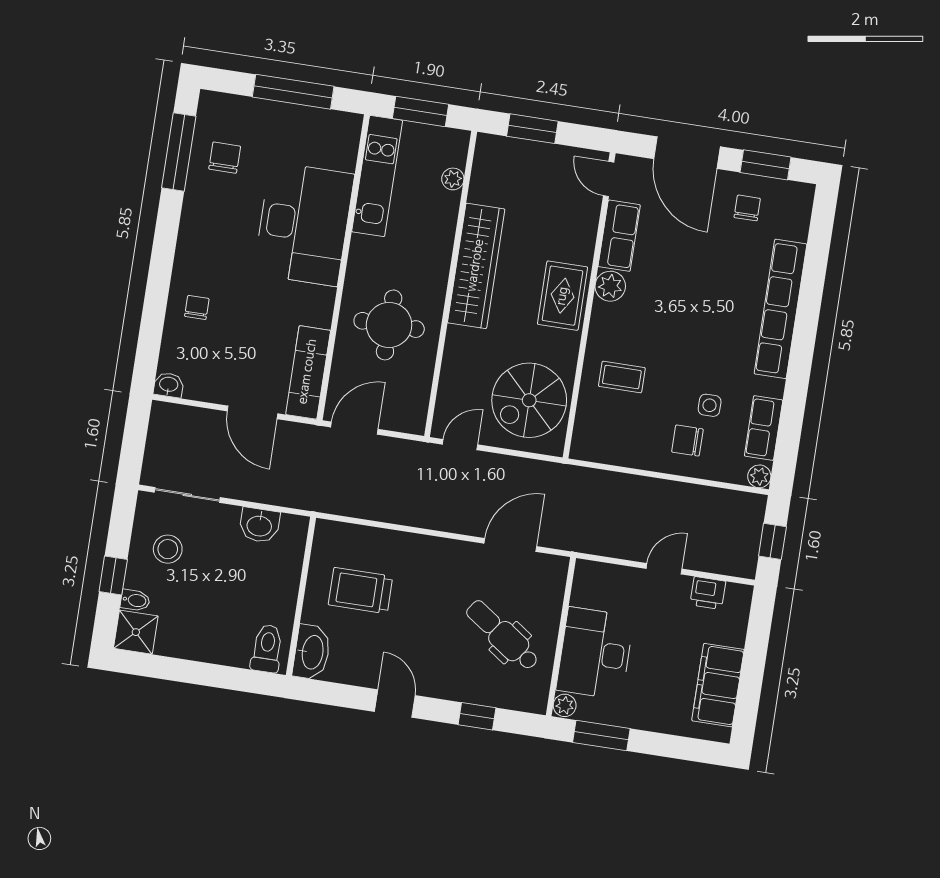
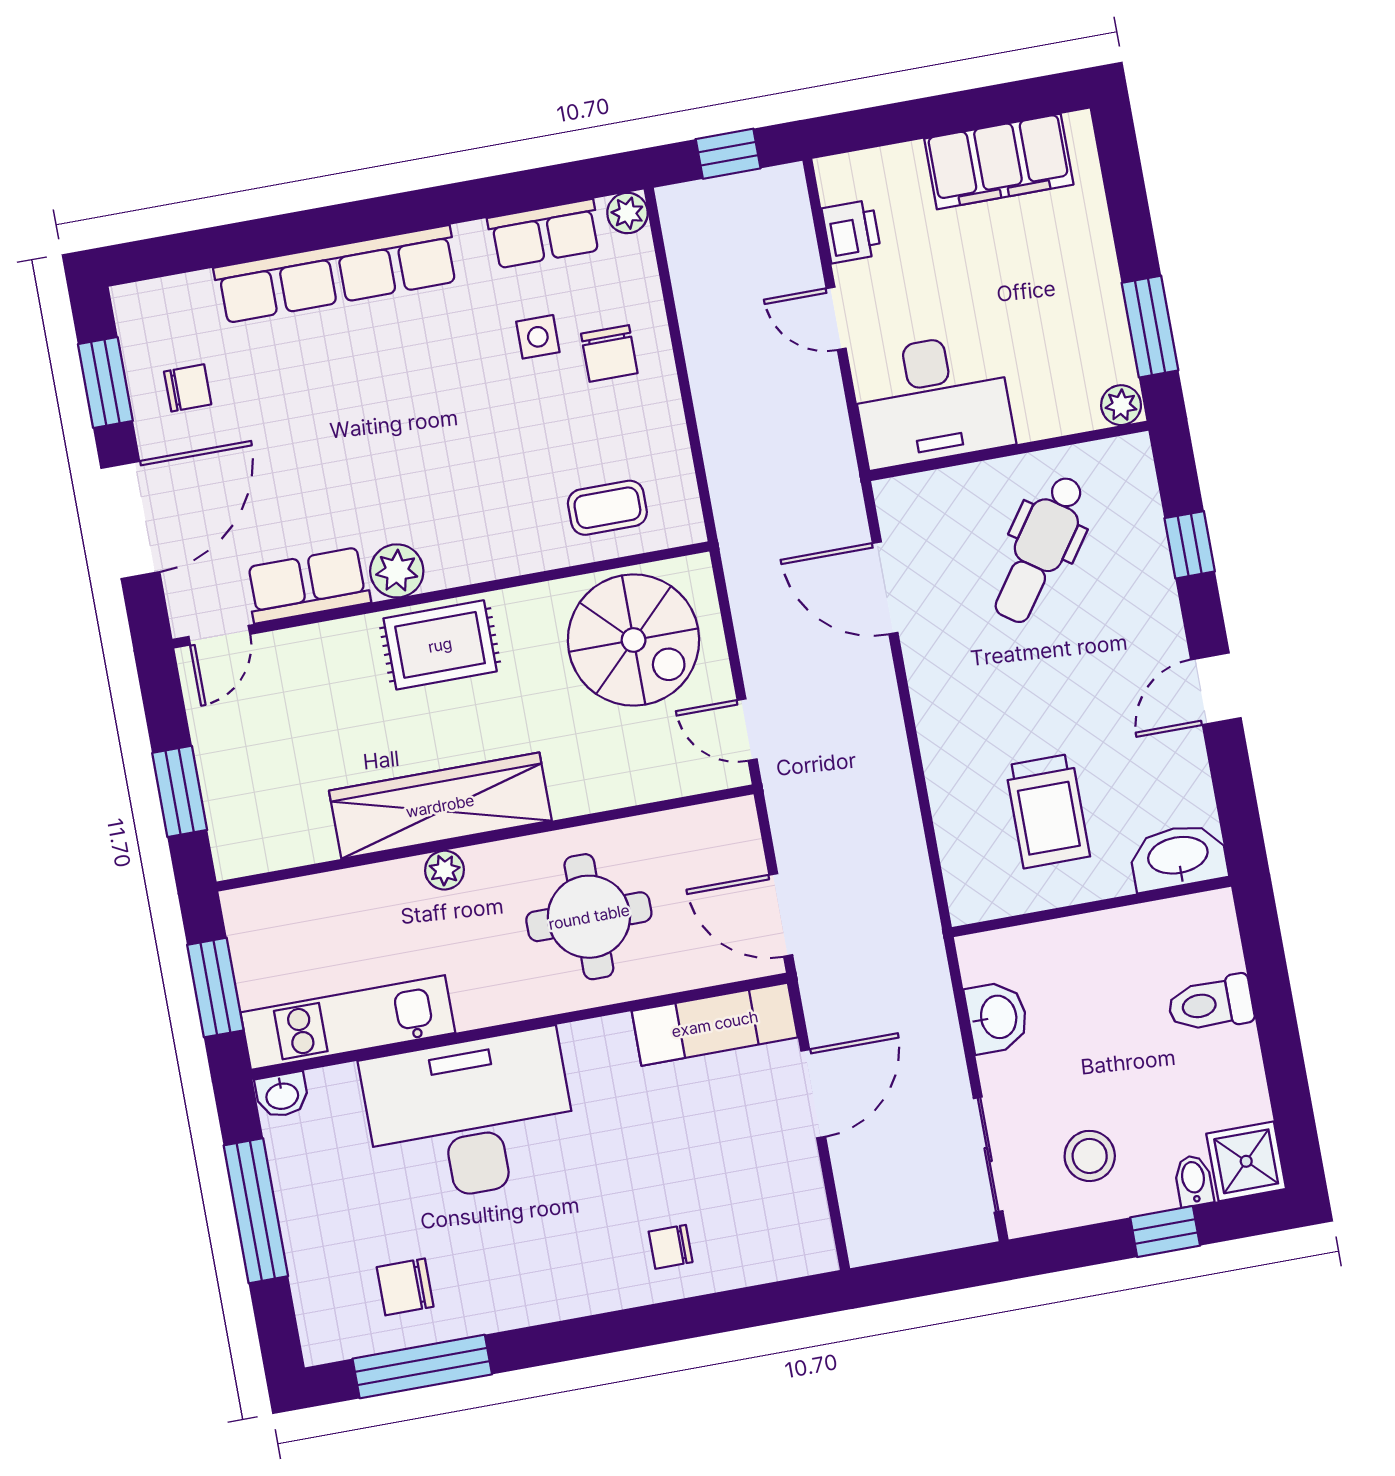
plant: (453, 179) -> (444, 870), moved
chair: (747, 208) -> (188, 388), turned 180
coffee table: (622, 377) -> (607, 508), moved, turned 90
washbasin: (169, 385) -> (282, 1095), moved, turned -90
toilet: (267, 648) -> (1211, 1004), moved
desk: (595, 653) -> (932, 400), moved

